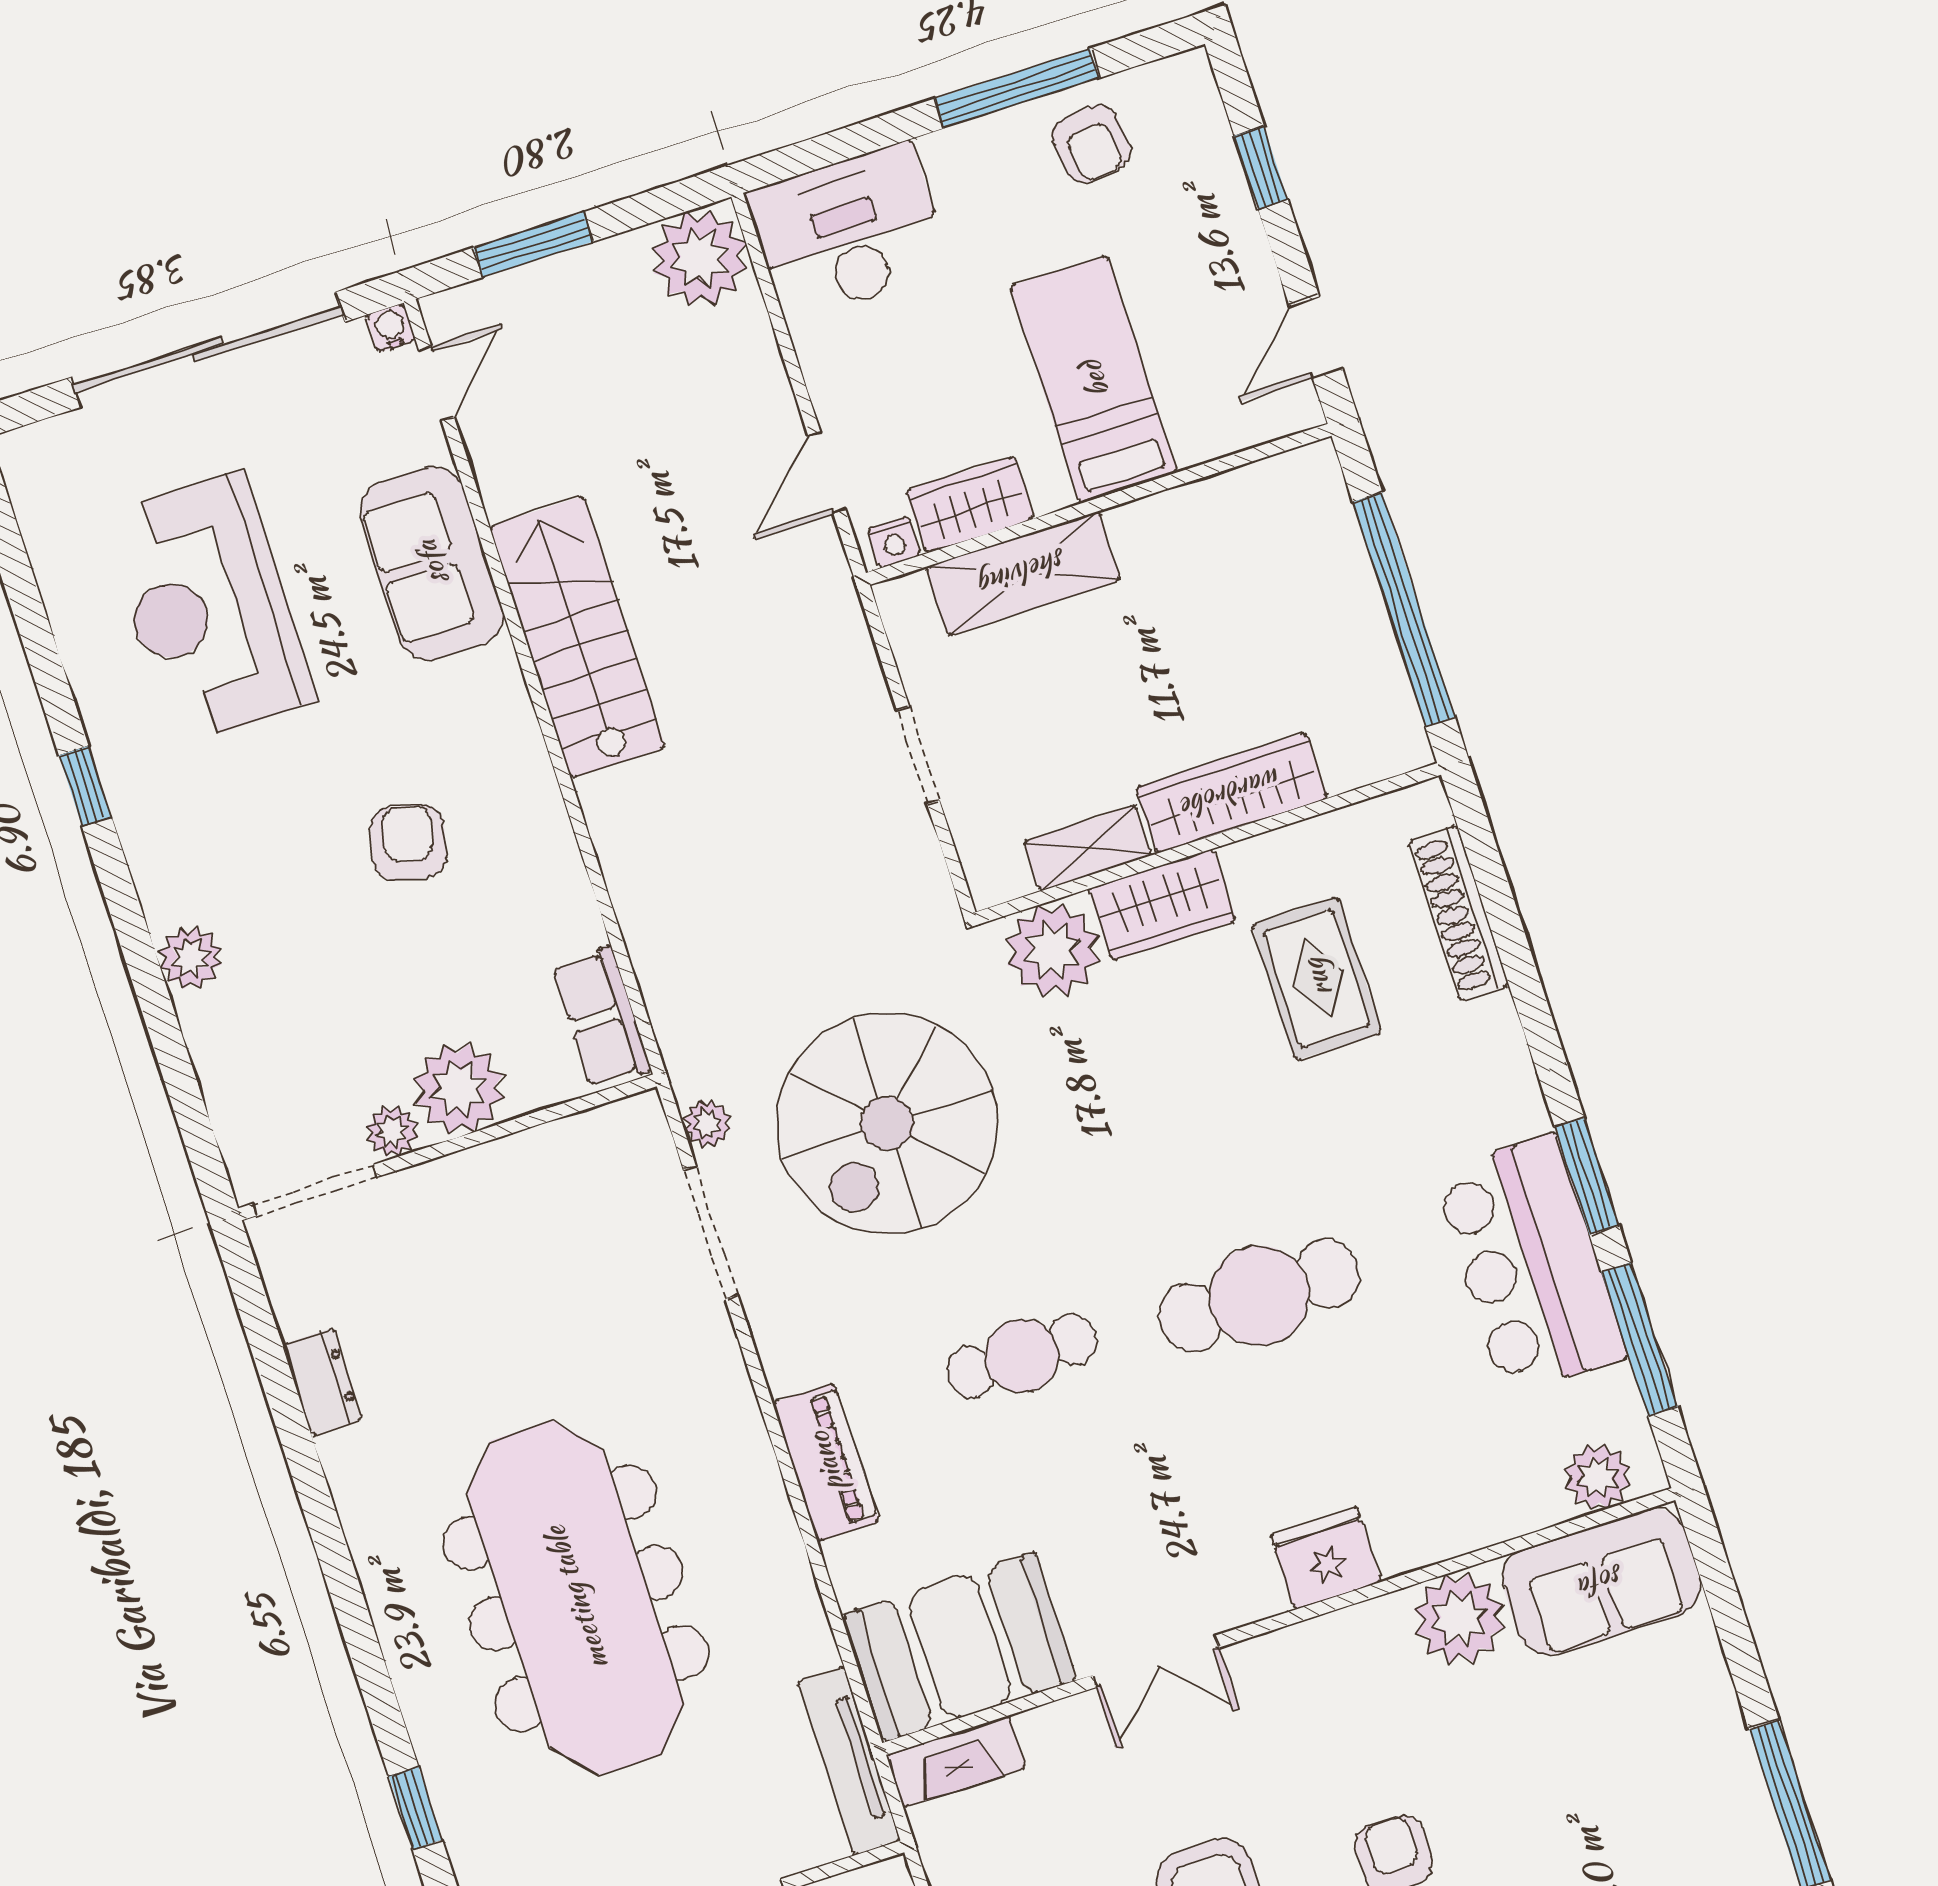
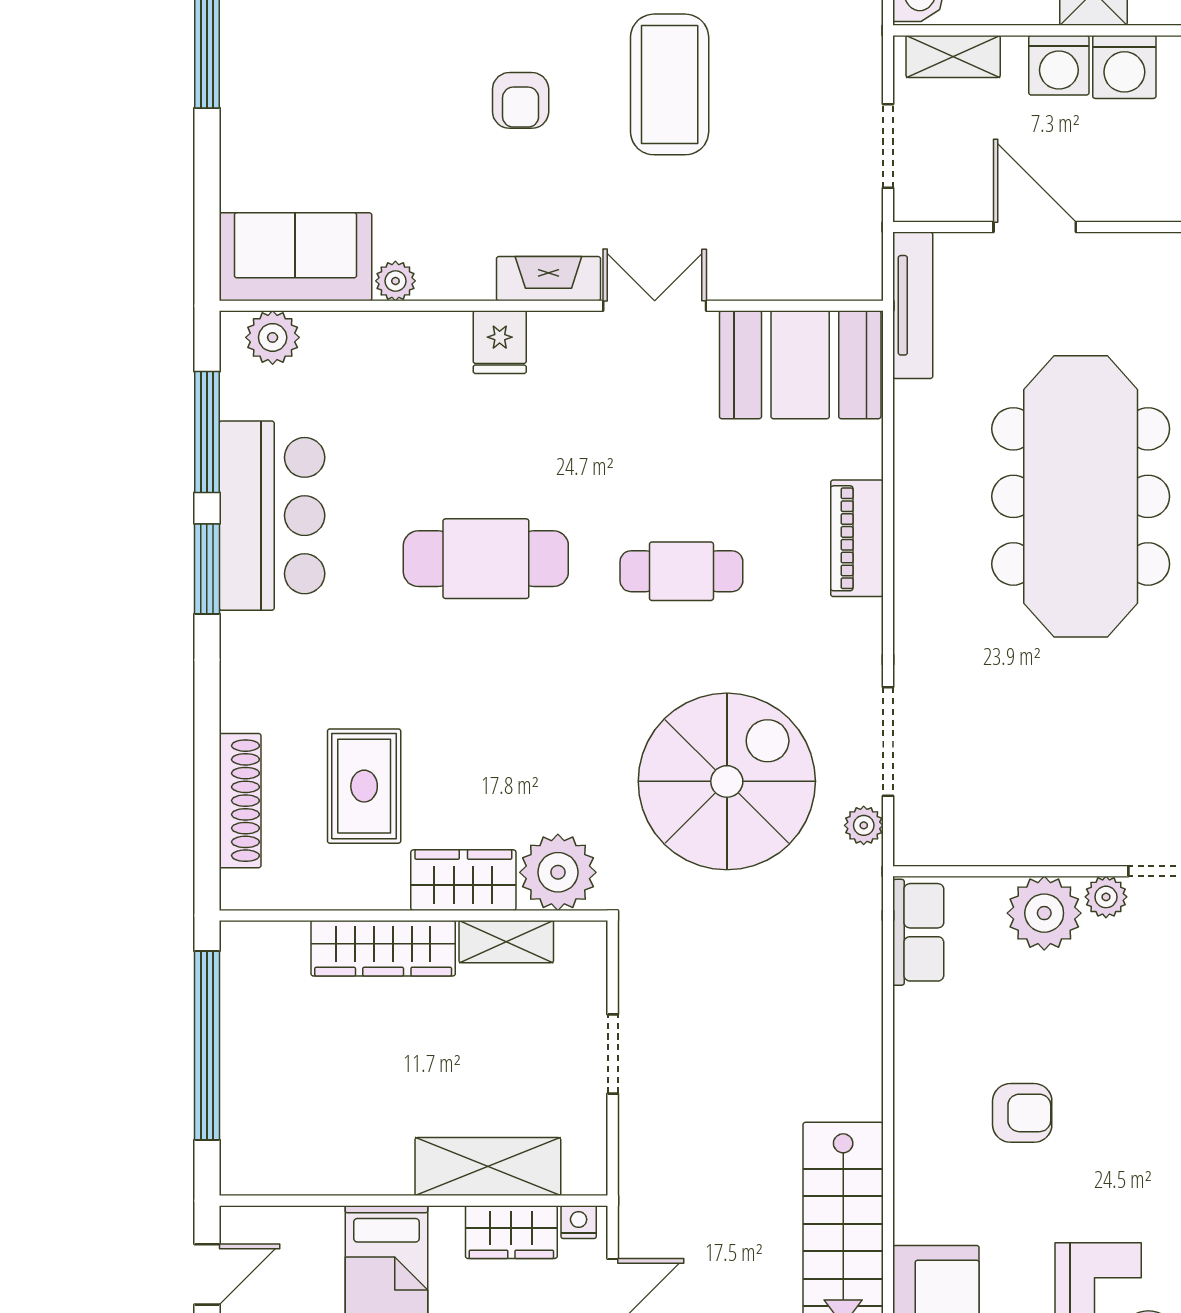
armchair: (408, 843) -> (1022, 1113), turned -103
fridge: (1326, 1558) -> (500, 342), width x0.72
plant: (1459, 1619) -> (395, 281), width x0.53, depth x0.53
fireplace: (956, 1761) -> (548, 279), moved

